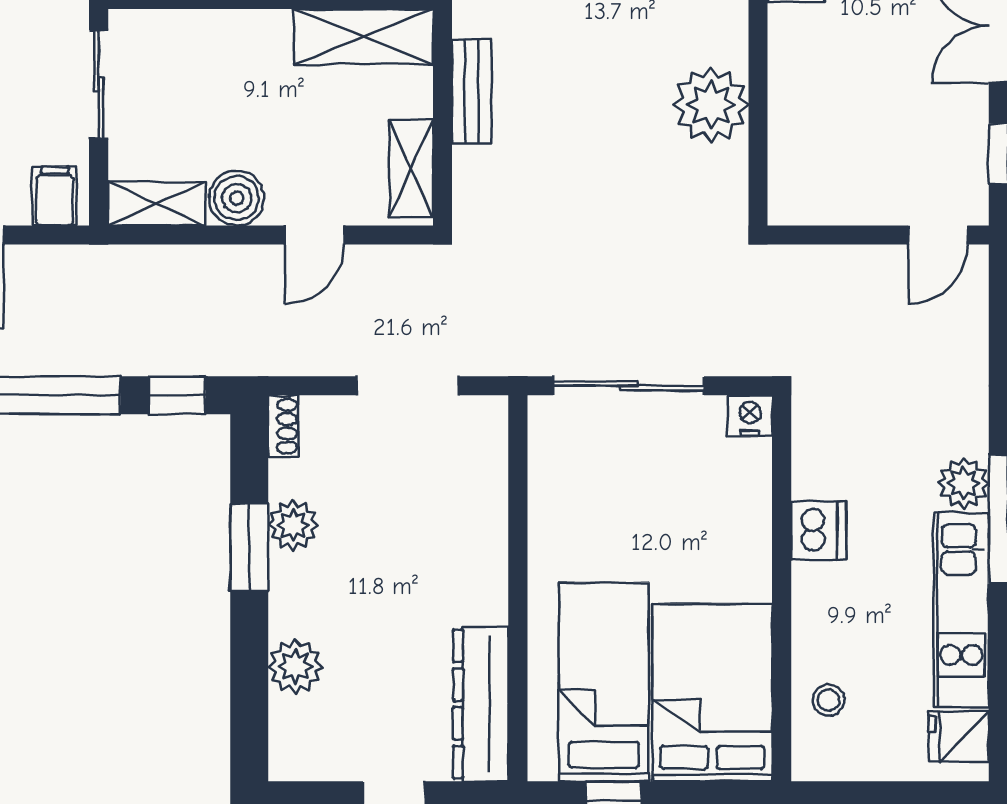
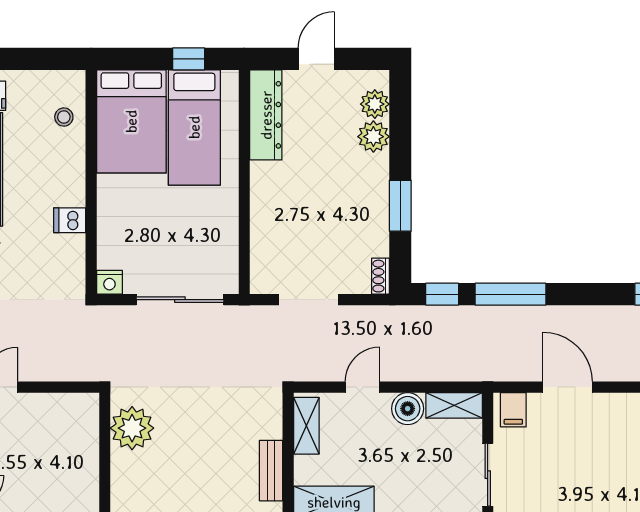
plant: (711, 105) -> (132, 428), moved
plant: (293, 525) -> (375, 104), moved
dishwasher: (819, 531) -> (70, 220), width x0.73

